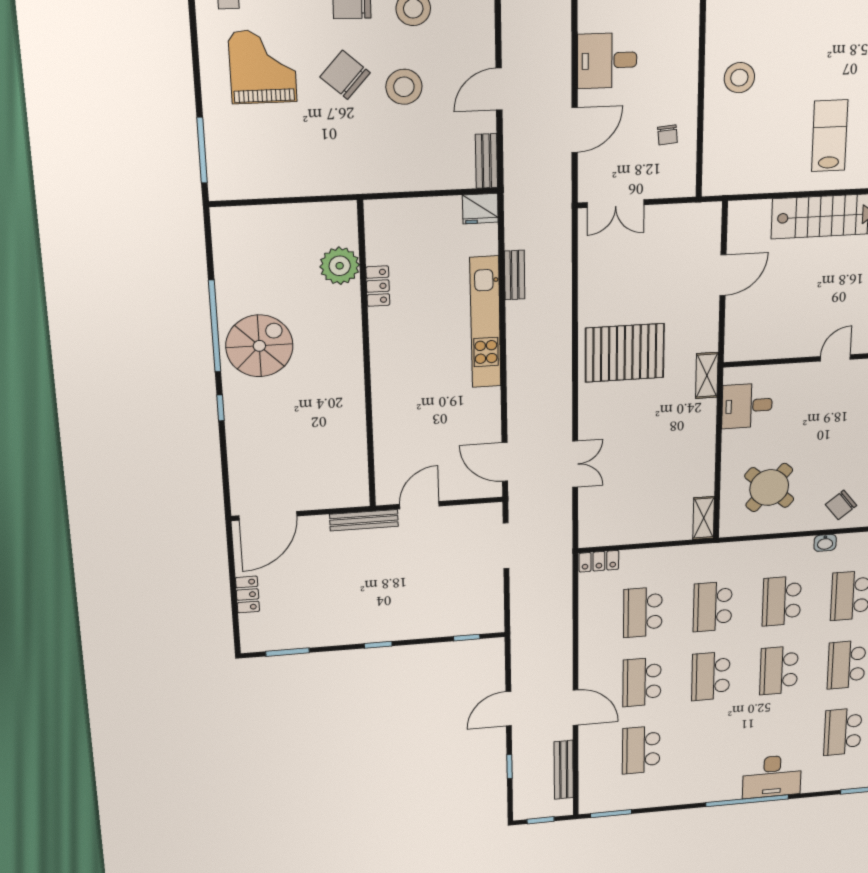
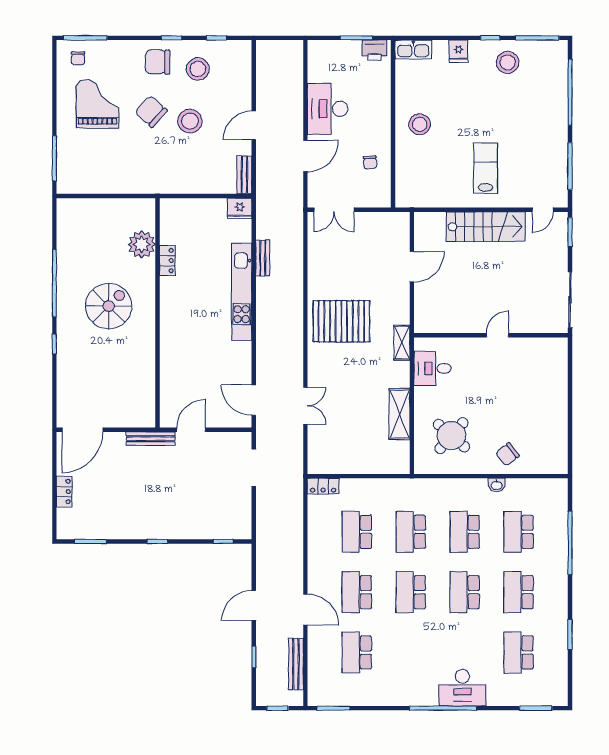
desk: (607, 61) -> (328, 109), width x1.37
spiral stairs: (259, 346) -> (109, 306), moved
shelving: (704, 518) -> (399, 414), moved, width x1.50, depth x1.33

